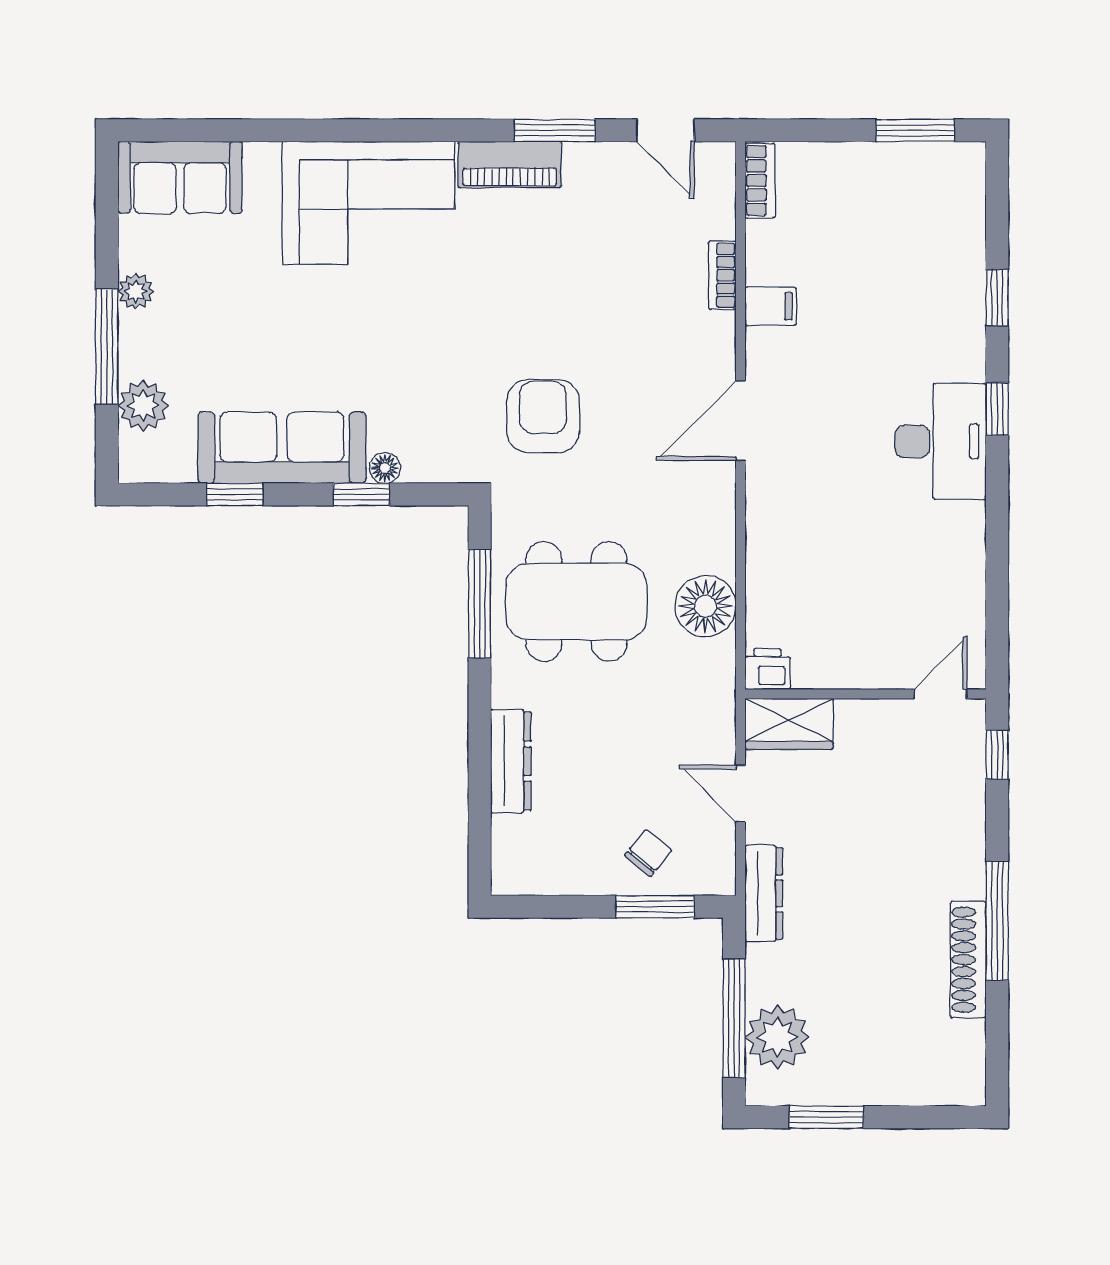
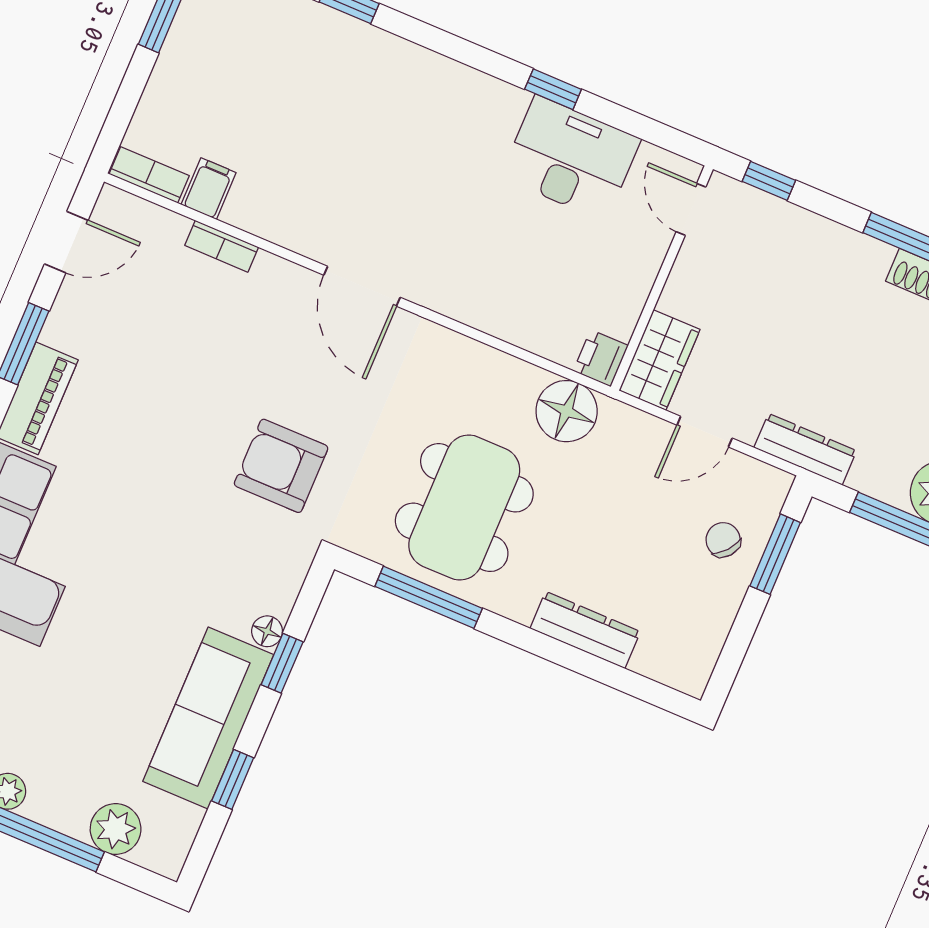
filing cabinet: (771, 306) -> (209, 189), moved
window: (997, 409) -> (553, 89), moved
desk: (941, 441) -> (571, 158), moved
floor lamp: (706, 606) -> (567, 411), moved

